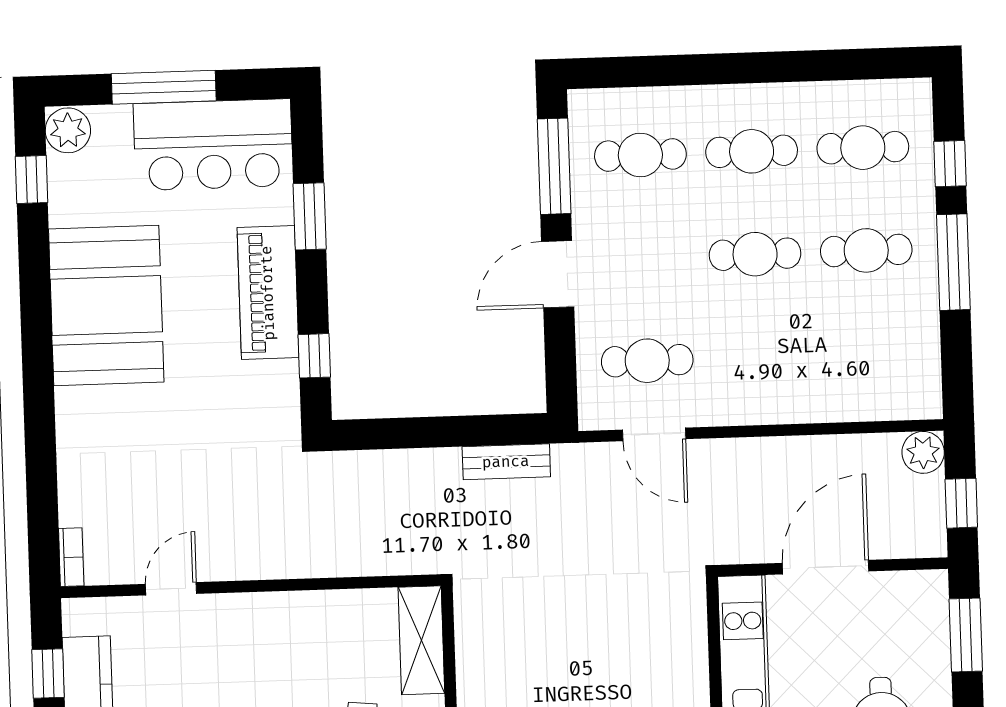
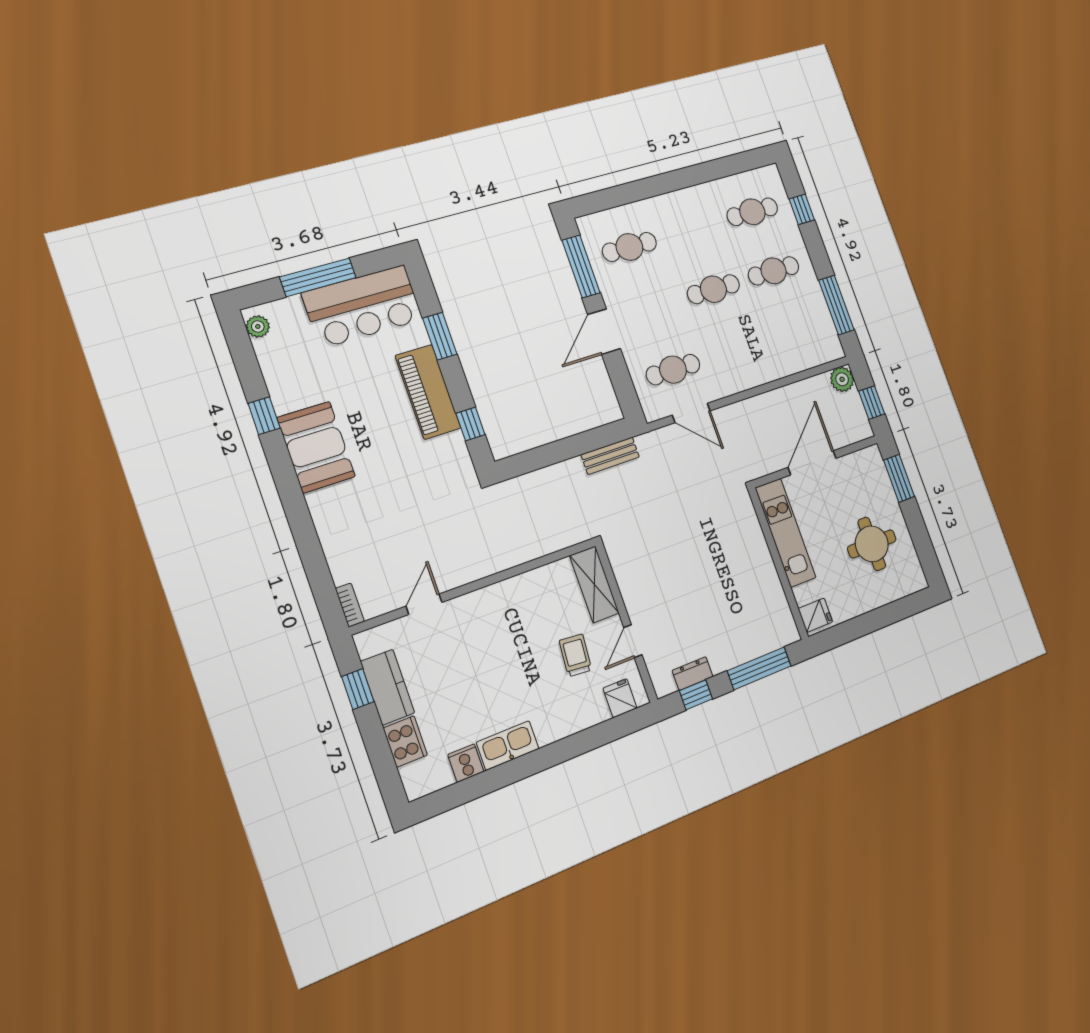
plant: (68, 130) -> (258, 326), width x0.73, depth x0.73
cafe table: (752, 151) -> (692, 229), removed
window: (32, 180) -> (264, 416), moved
window: (953, 262) -> (836, 305), moved
booth: (106, 306) -> (316, 447), width x0.73, depth x0.70

